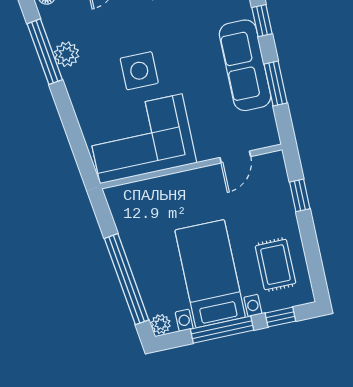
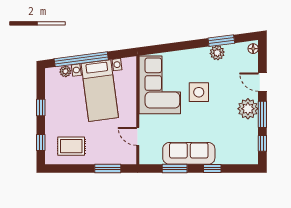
window: (45, 52) -> (221, 41), width x0.69
window: (300, 195) -> (108, 169), width x1.50
bed with nightstands: (210, 274) -> (100, 91), moved, turned 82
plant: (161, 324) -> (65, 71), moved
window: (222, 330) -> (41, 108), width x0.46

